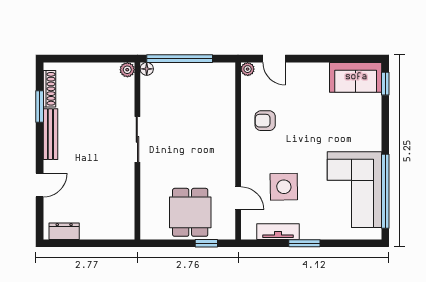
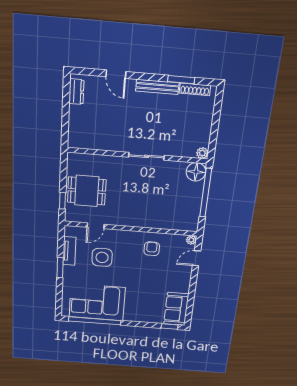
floor lamp: (147, 69) -> (196, 172), width x1.89, depth x1.89

